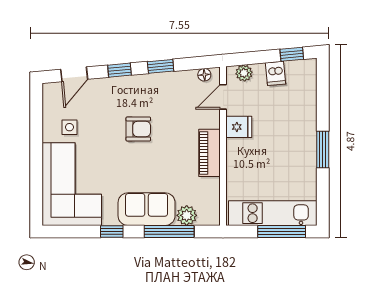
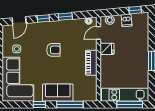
plant: (187, 215) -> (79, 96), removed

